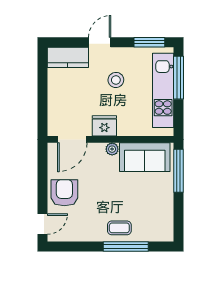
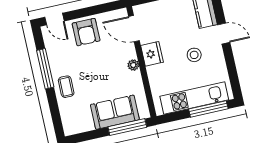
window: (149, 42) -> (233, 77), removed
sofa: (145, 157) -> (115, 112), moved, turned 90
armchair: (64, 193) -> (86, 32), turned 90
window: (126, 246) -> (45, 69), moved

